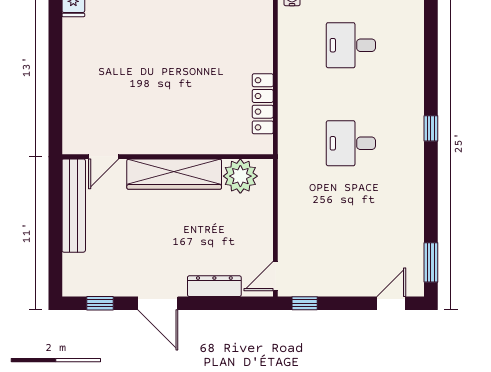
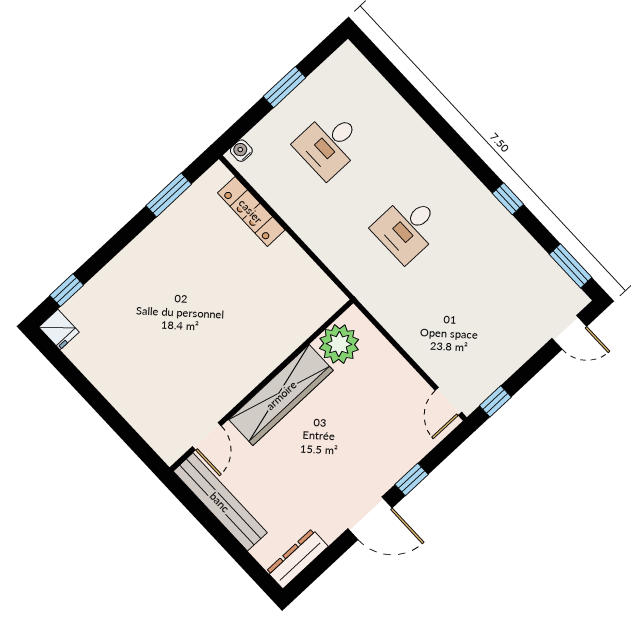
locker: (263, 104) -> (251, 211), moved
window: (431, 128) -> (508, 199), moved
dresser: (214, 286) -> (297, 559), moved
window: (100, 303) -> (412, 479), moved
door: (391, 303) -> (569, 332), swing flipped

